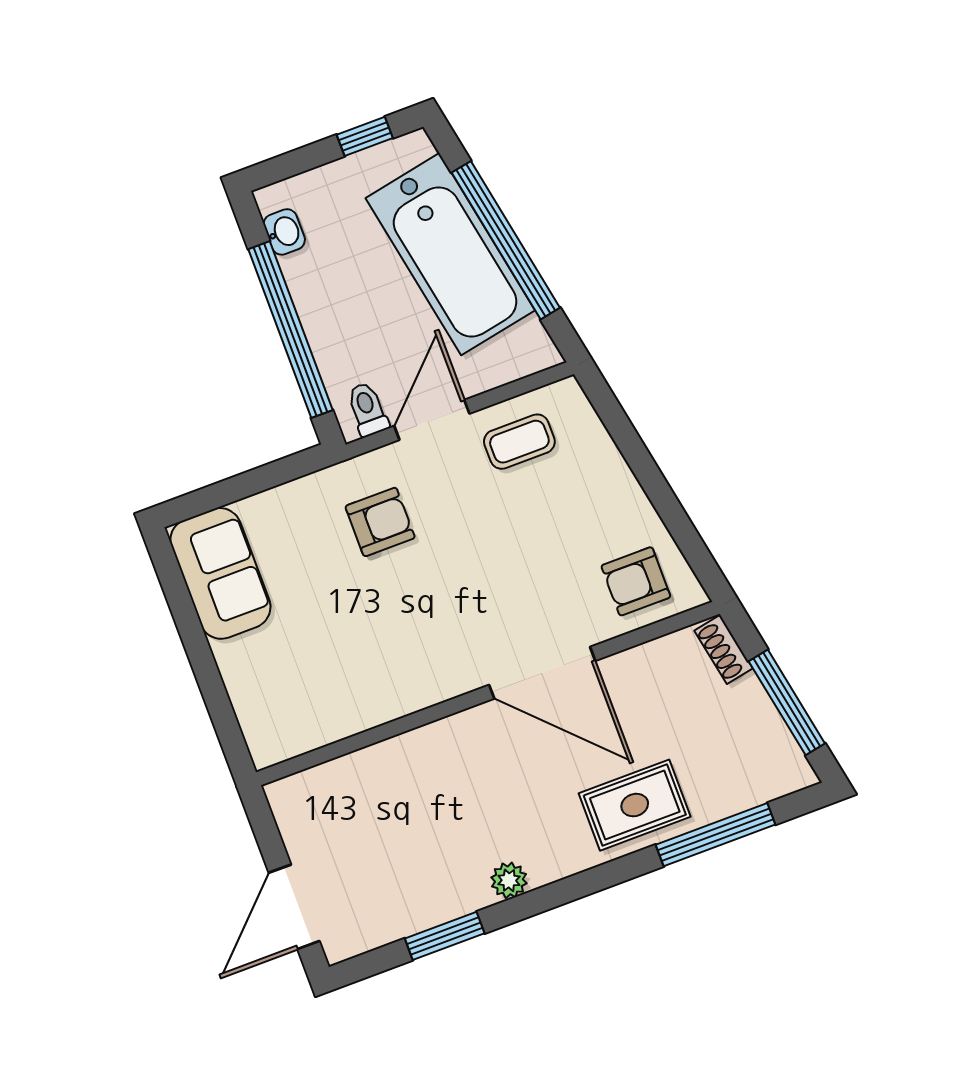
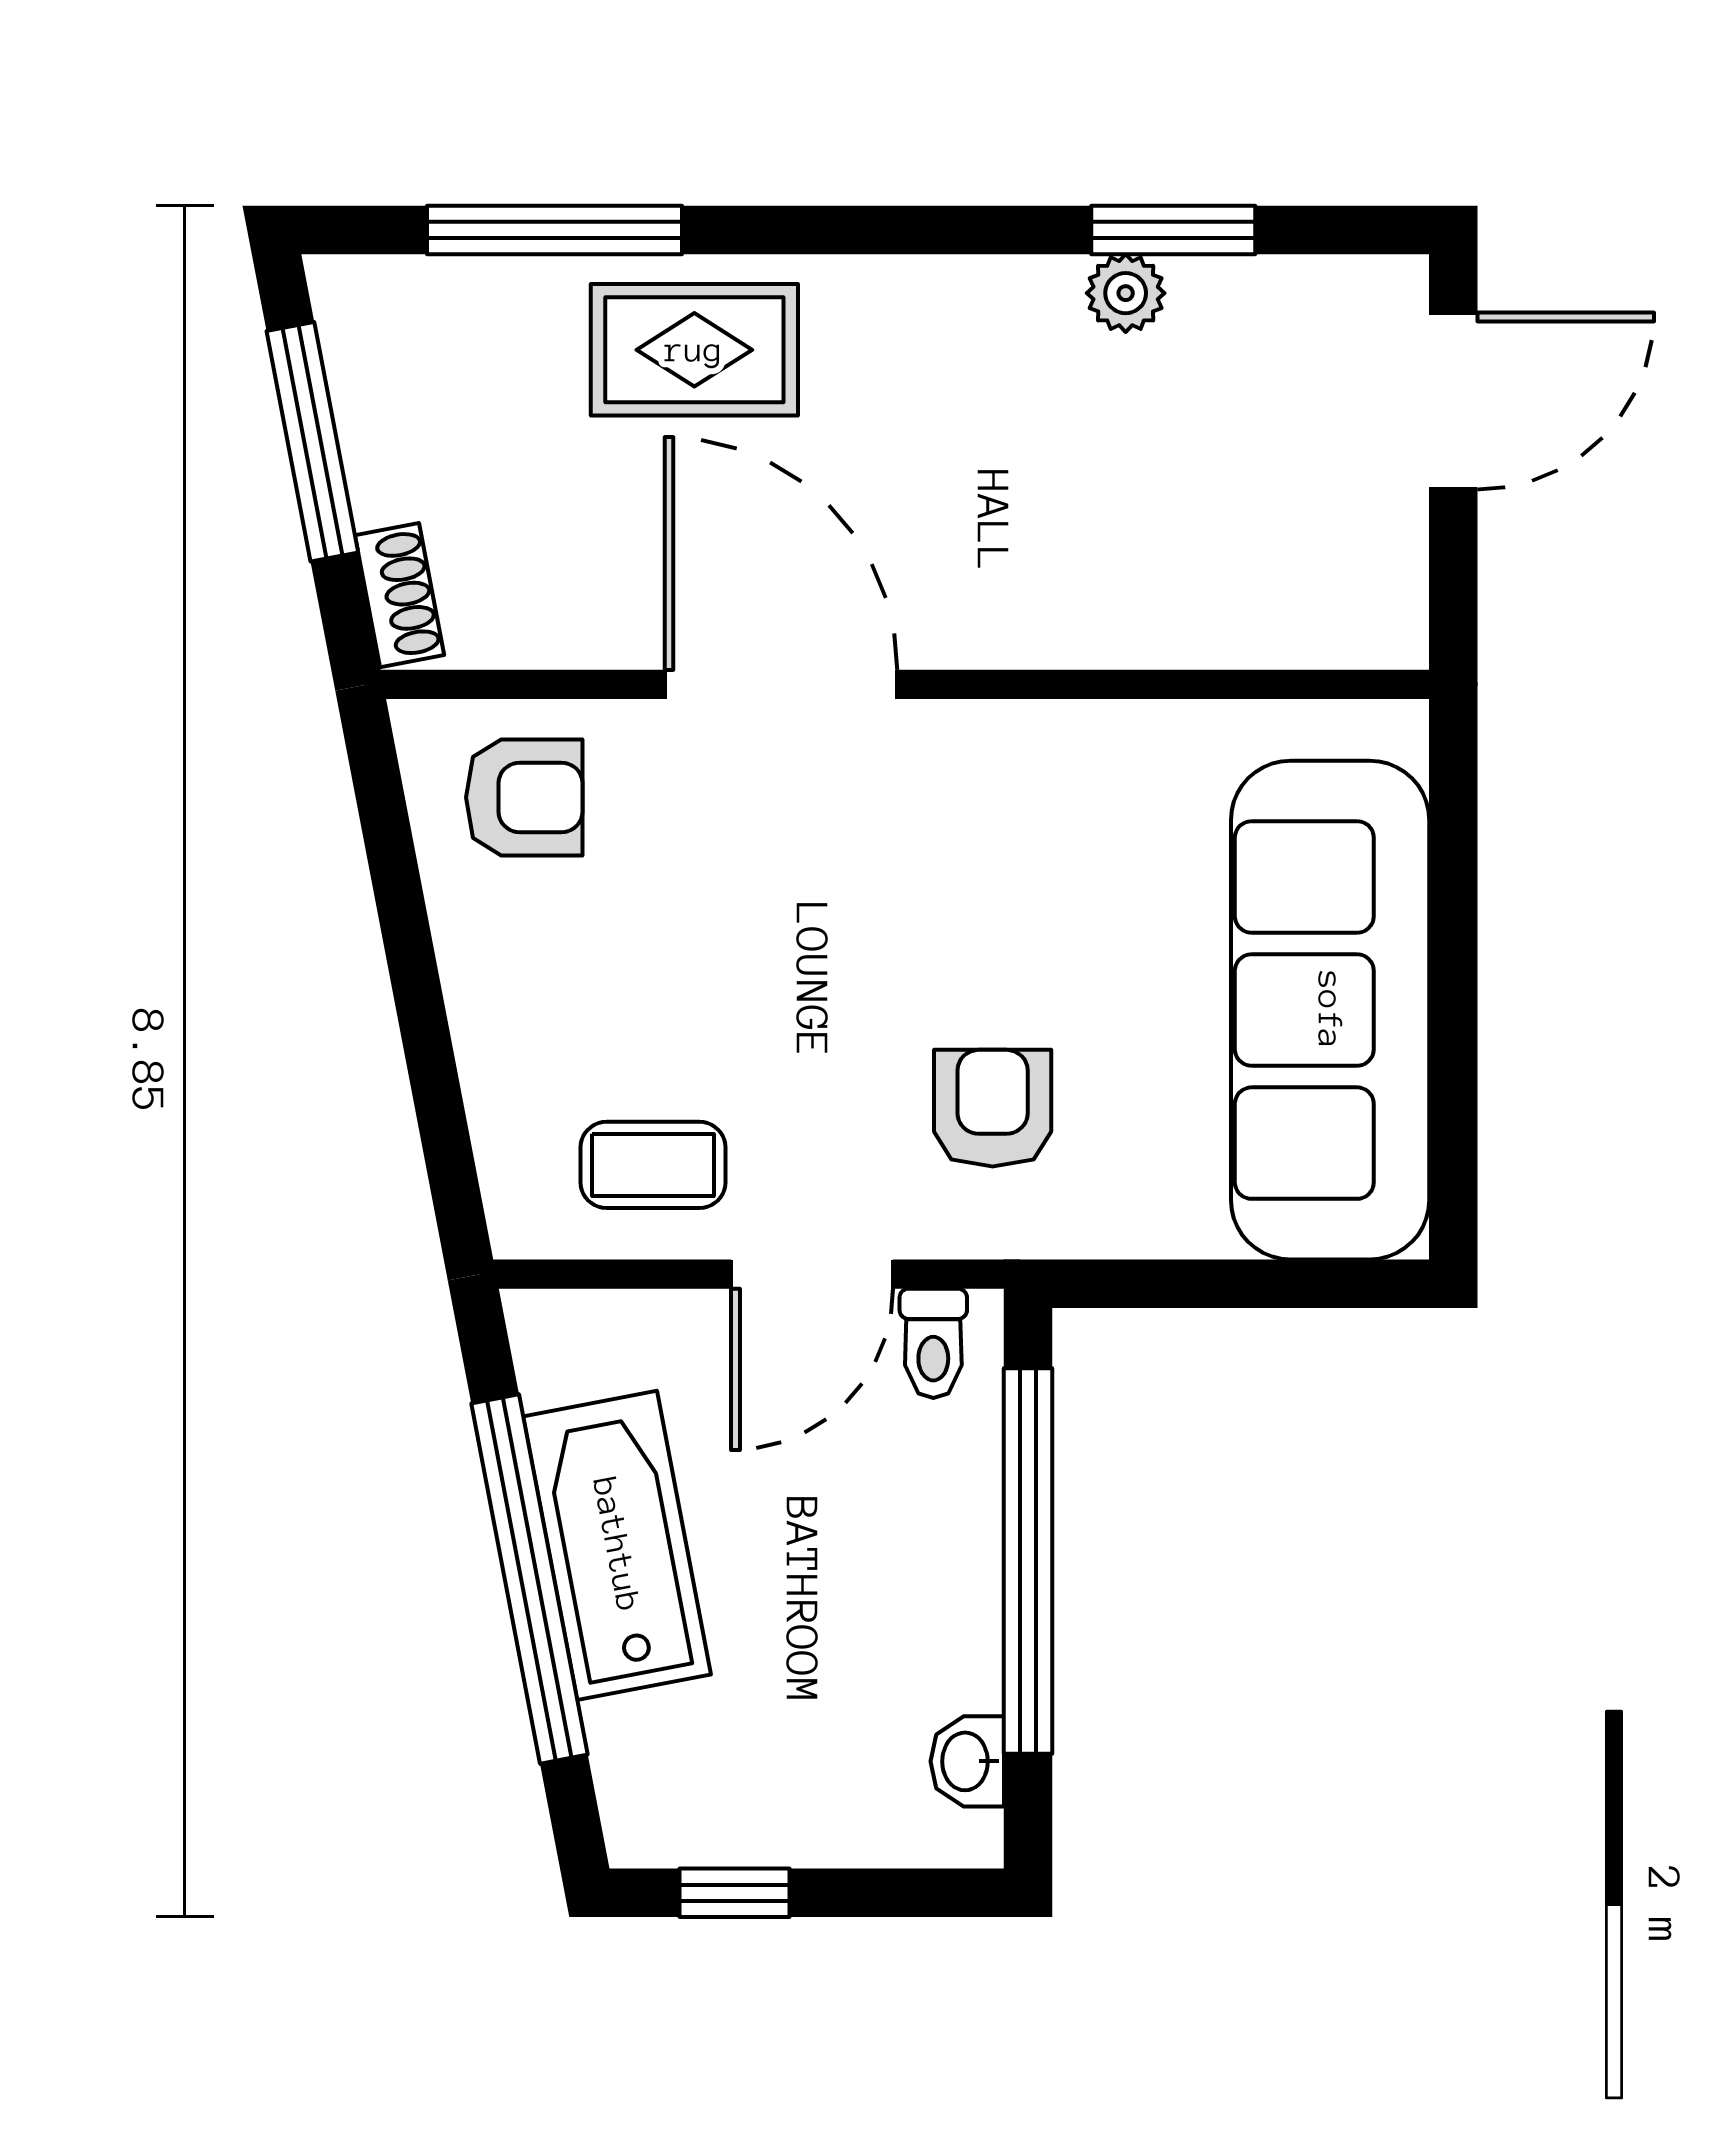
bathtub: (450, 254) -> (617, 1545), width x0.73, depth x0.73
armchair: (380, 522) -> (993, 1108), turned 90
sofa: (220, 573) -> (1330, 1010), width x1.85, depth x1.27
plant: (509, 880) -> (1126, 293), moved

